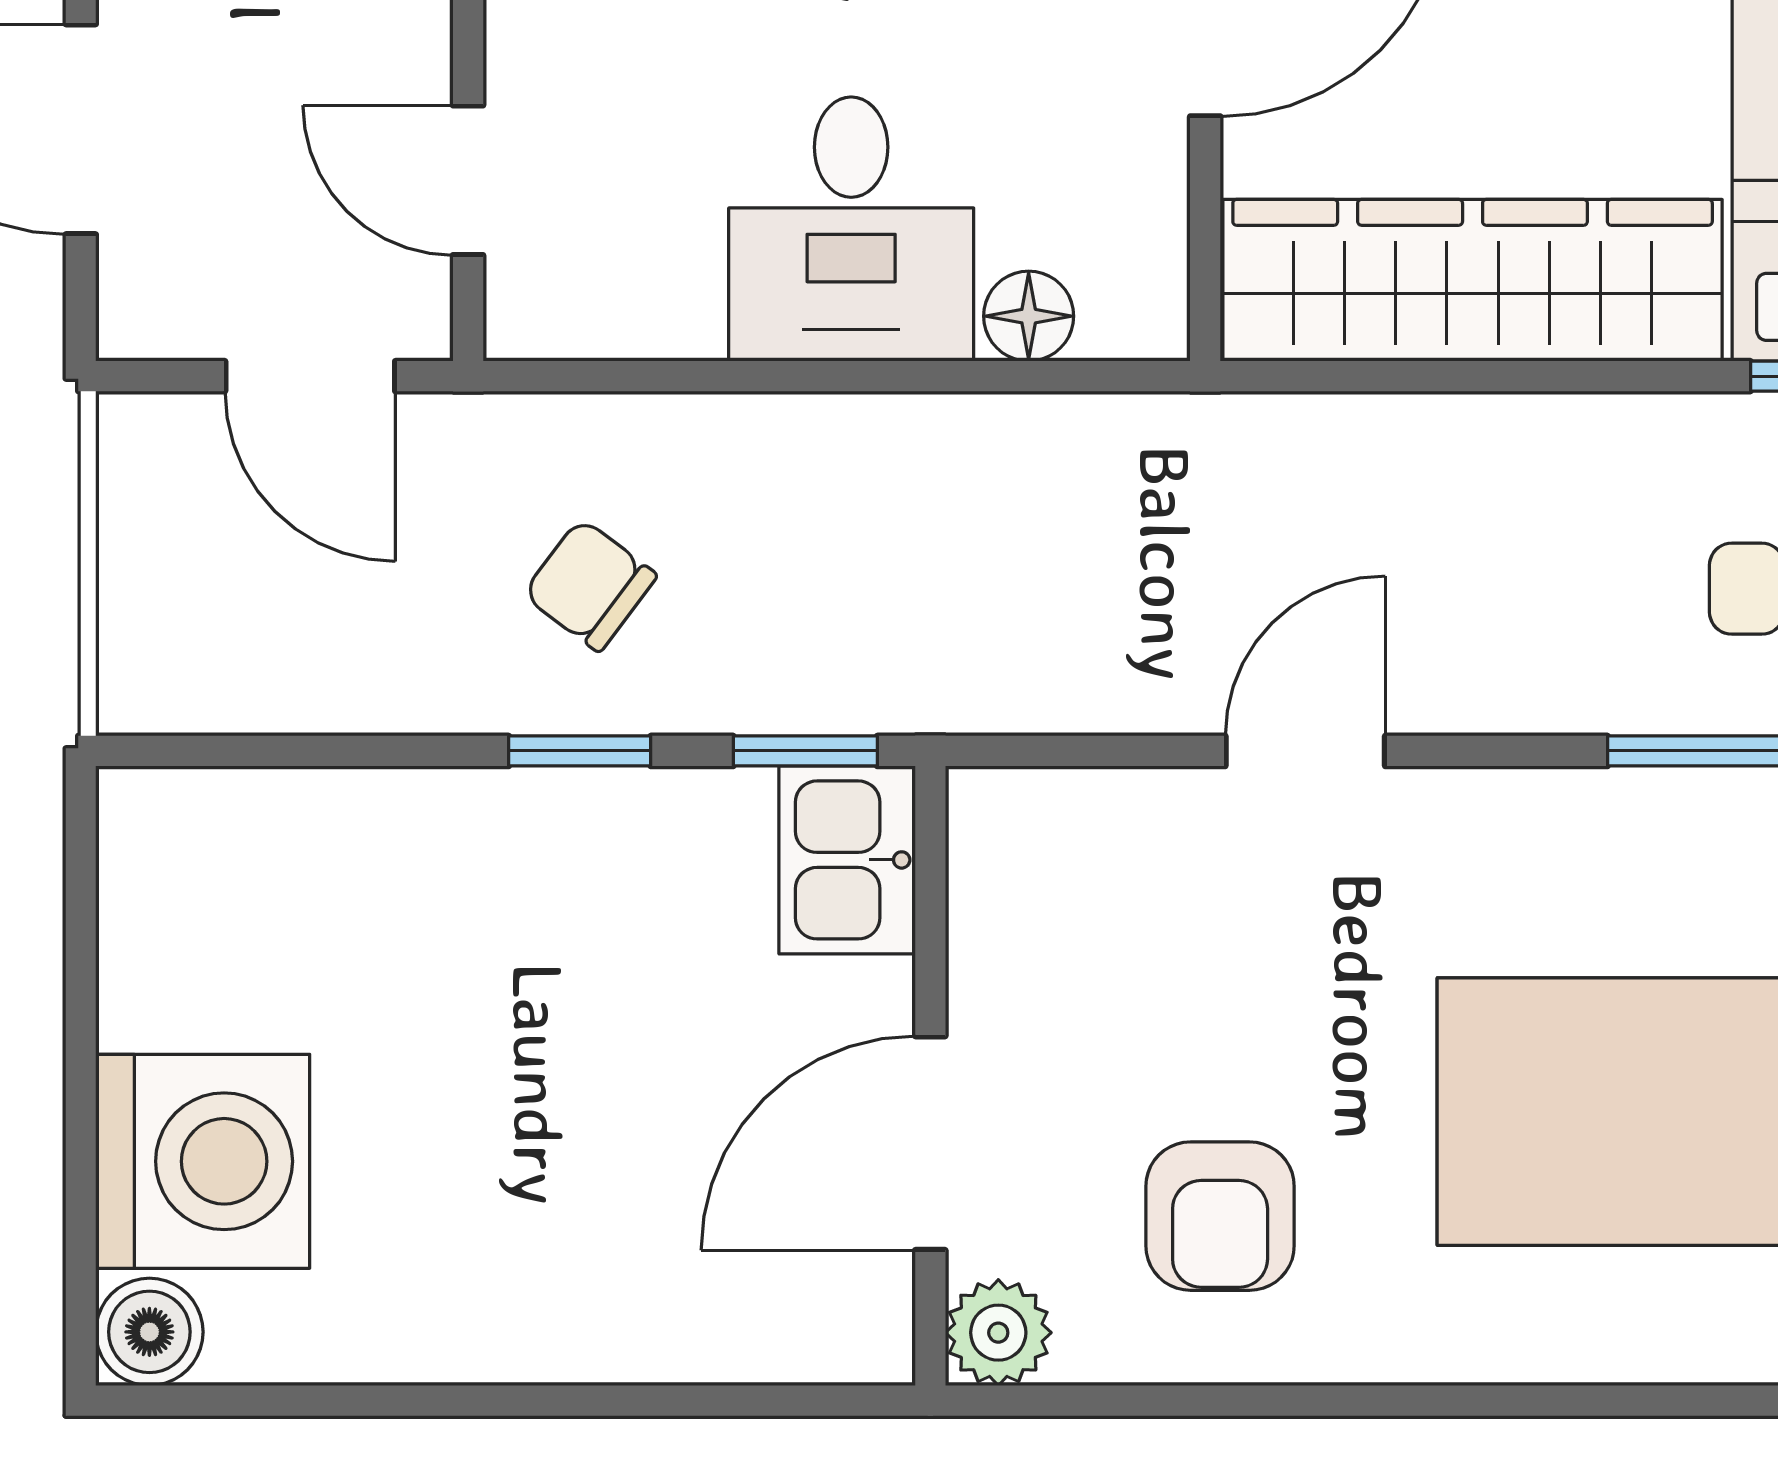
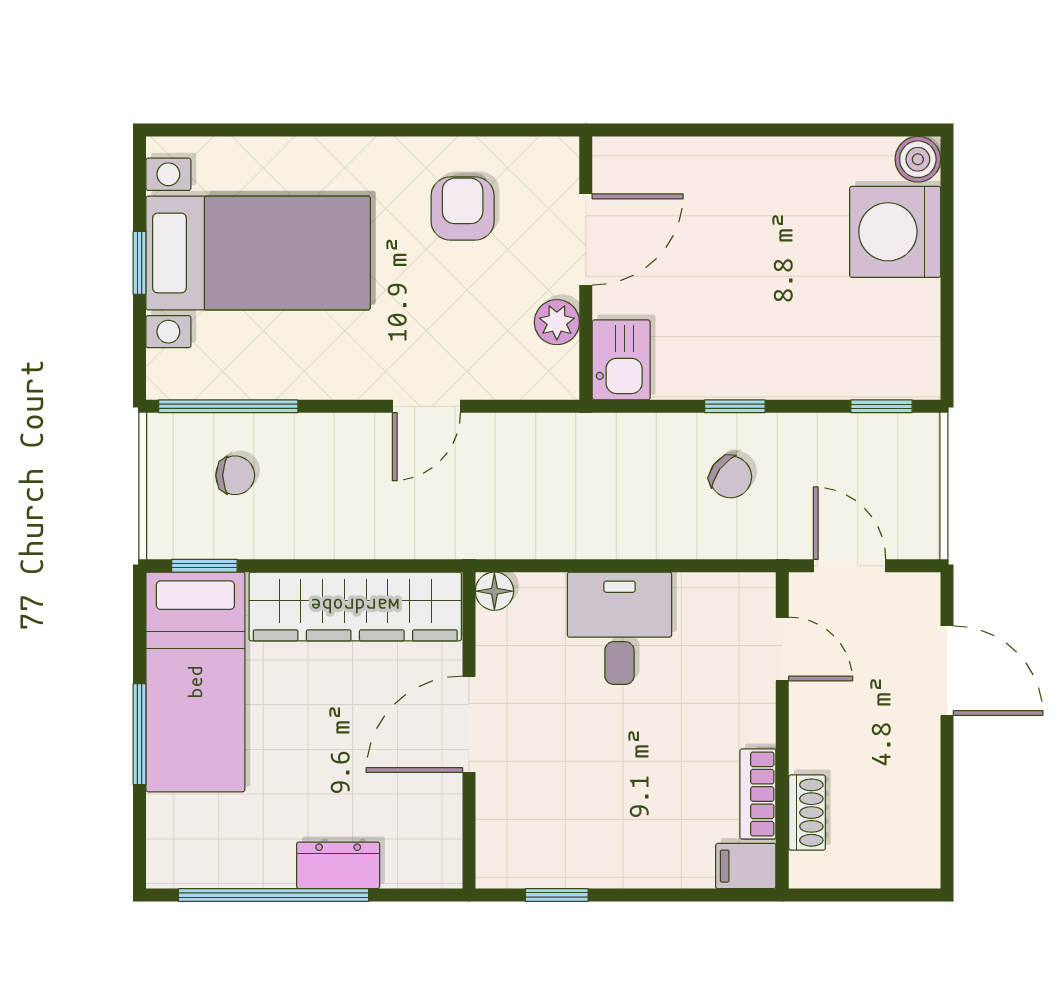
floor lamp: (1029, 316) -> (494, 591), moved
window: (805, 751) -> (881, 406), moved
plant: (998, 1333) -> (557, 322), moved

